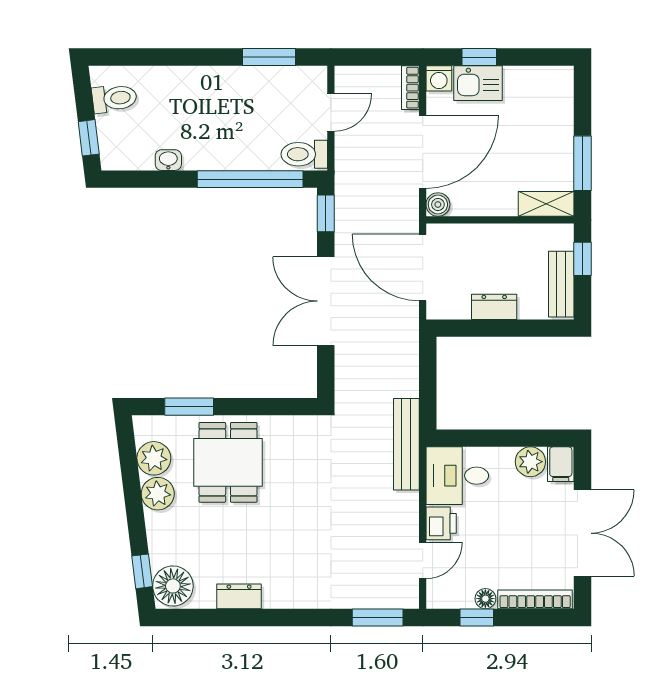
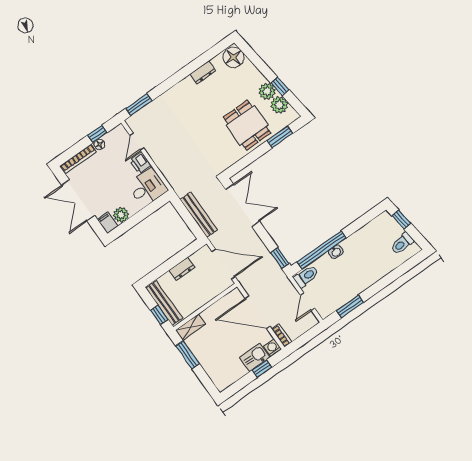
door: (423, 152) -> (258, 312), hinge flipped
washbasin: (168, 160) -> (336, 252), moved
boiler: (438, 204) -> (236, 295), removed
bench: (561, 284) -> (164, 303), width x1.36
double door: (326, 301) -> (243, 205), moved
bench: (406, 444) -> (199, 215), moved
window: (142, 571) -> (280, 86), moved

